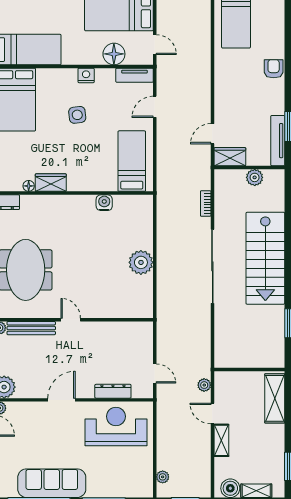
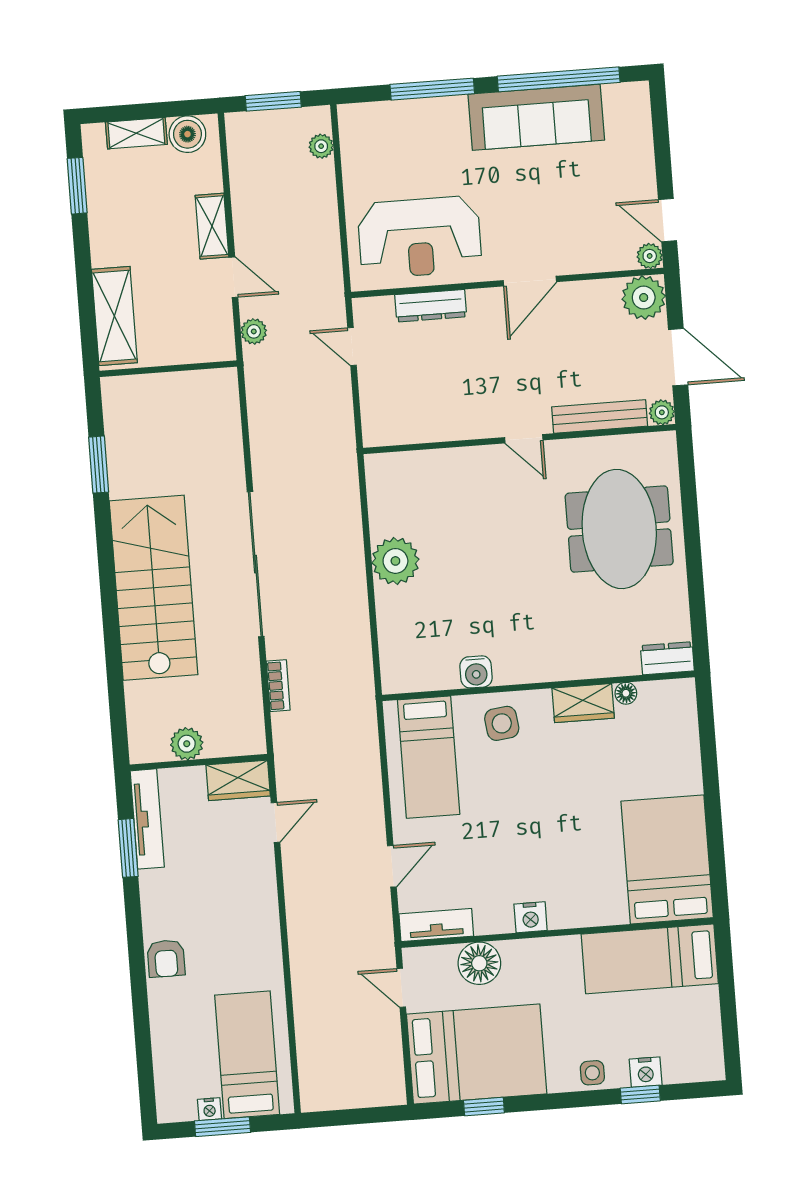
side table: (77, 115) -> (502, 723), moved

